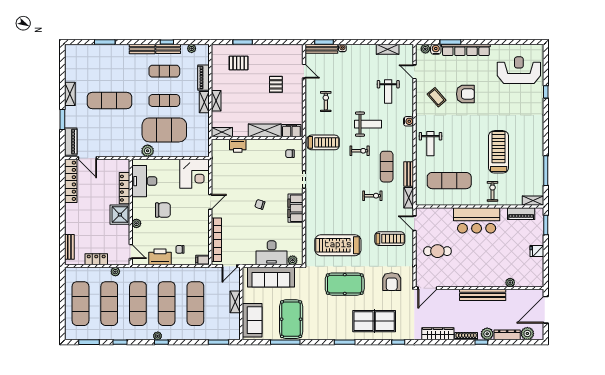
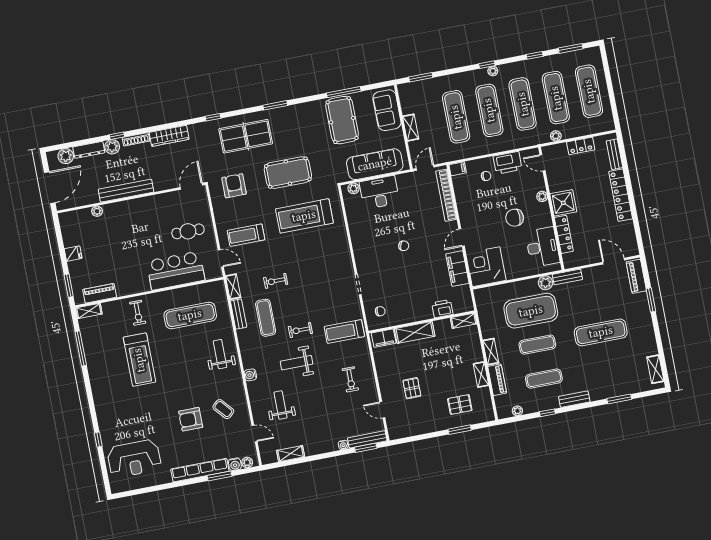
bench: (168, 49) -> (567, 277), moved
shelving: (70, 94) -> (655, 369), moved
shelving: (216, 101) -> (481, 375), moved
locker: (71, 181) -> (621, 195), moved
filing cabinet: (296, 208) -> (457, 269), moved, turned 180
bar counter: (477, 220) -> (176, 271), moved
treadmill: (338, 245) -> (304, 216), turned 180

